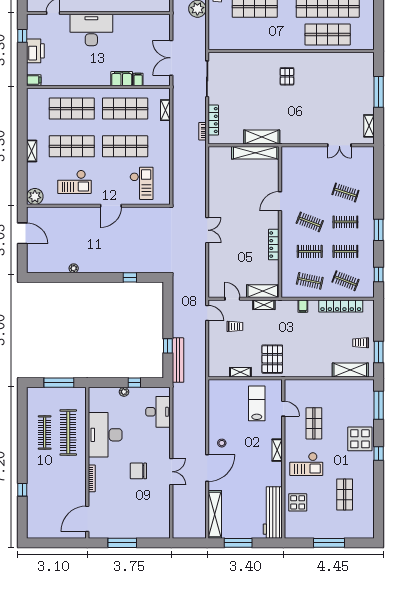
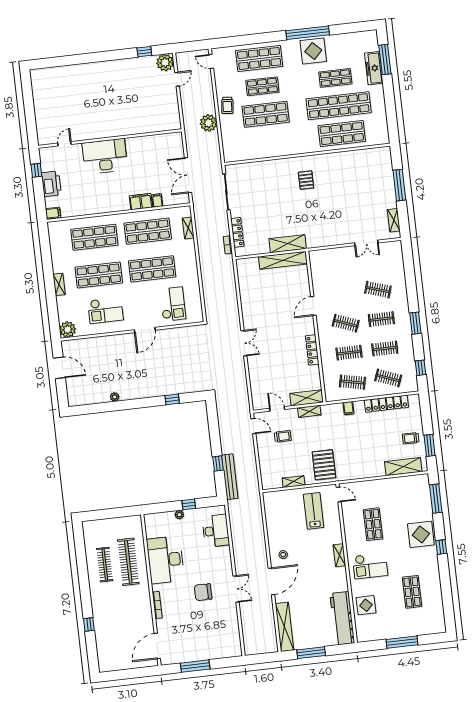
window: (59, 383) -> (113, 513), removed
door: (283, 409) -> (339, 494), moved

